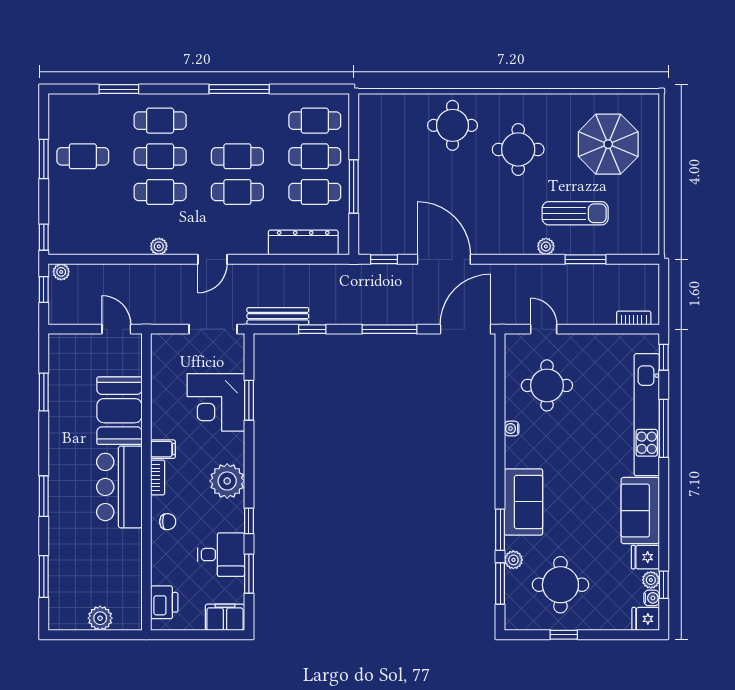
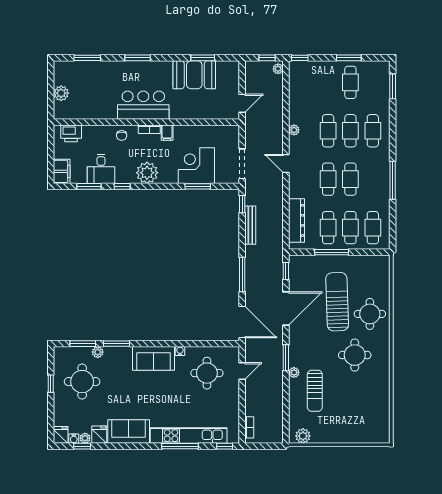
window: (119, 89) -> (393, 86), moved
parasol: (608, 144) -> (358, 411), removed
sun lounger: (433, 178) -> (337, 302), added
plant: (647, 232) -> (303, 436), added
window: (585, 259) -> (286, 358), moved
bench: (278, 316) -> (250, 225), moved
window: (312, 329) -> (242, 204), moved
booth: (119, 411) -> (194, 75), moved
sofa: (524, 502) -> (153, 358), moved

